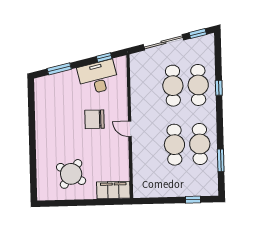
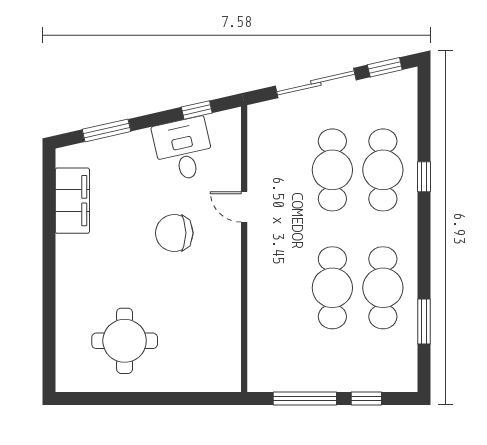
desk: (98, 77) -> (184, 149), width x0.73
door: (130, 129) -> (244, 207), moved
round table: (71, 174) -> (125, 341), turned -34
filing cabinet: (113, 190) -> (72, 201), moved, turned 90
window: (162, 200) -> (305, 398), added

